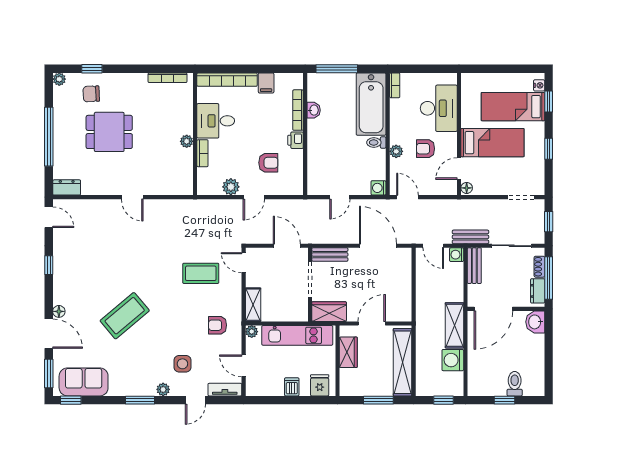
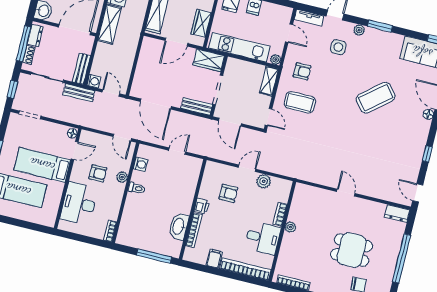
bathtub: (371, 104) -> (133, 220), removed
washbasin: (314, 110) -> (179, 226), width x1.91, depth x1.45
armchair: (268, 163) -> (228, 193), turned 180
washing machine: (378, 188) -> (141, 164), moved
coffee table: (201, 273) -> (300, 102), moved

